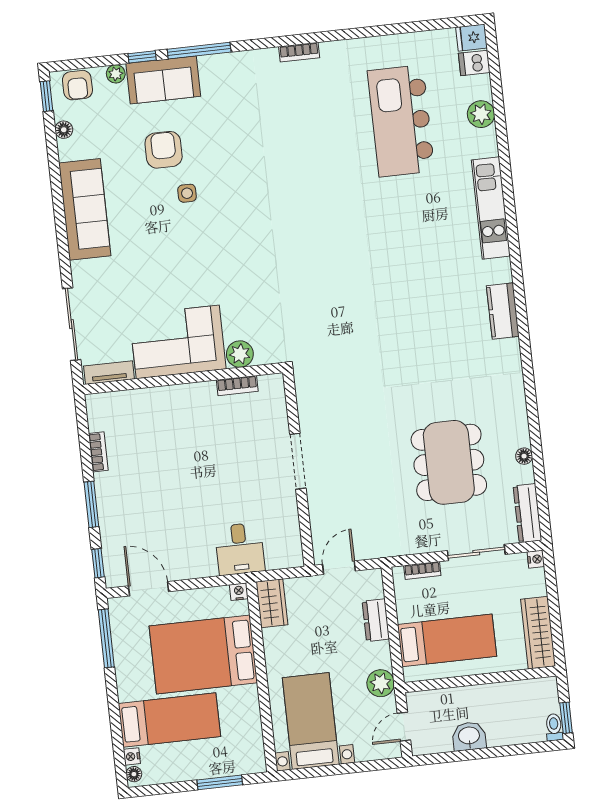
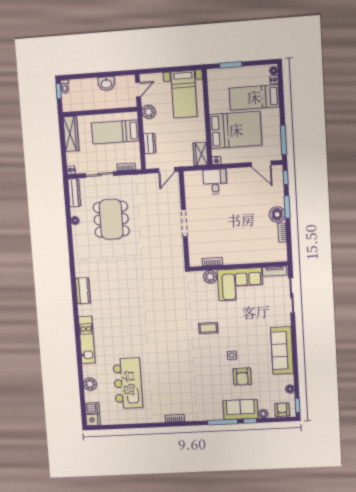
coffee table: (239, 247) -> (208, 328), added
floor lamp: (111, 488) -> (277, 214), added

